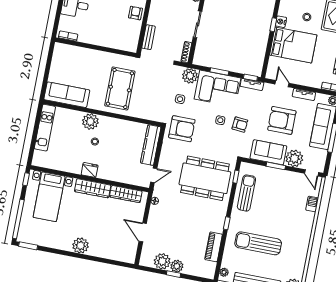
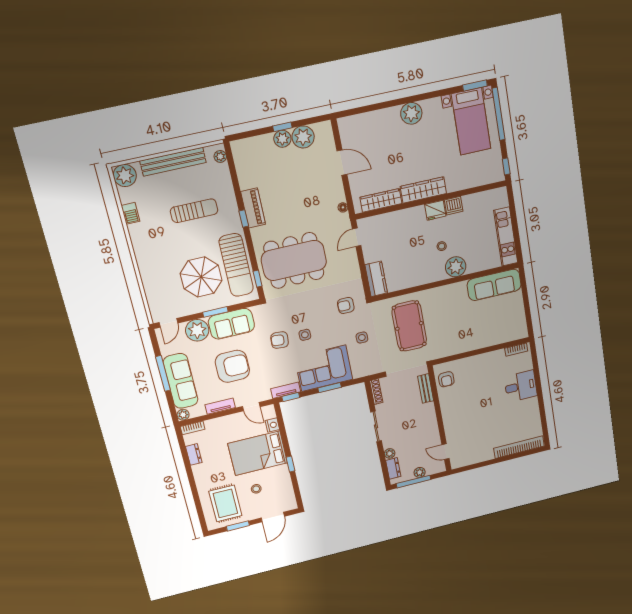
armchair: (135, 13) -> (446, 379), moved
nightstand: (281, 22) -> (272, 425), moved
plant: (190, 76) -> (361, 368), removed
pool table: (120, 89) -> (409, 326), moved
armchair: (182, 129) -> (346, 305), width x0.53, depth x0.53
kitchen counter: (151, 145) -> (376, 279), width x0.67
dishwasher: (75, 167) -> (454, 206), added
door: (312, 173) -> (168, 323), swing flipped
sun lounger: (246, 193) -> (236, 265), width x1.36, depth x1.34
parasol: (274, 195) -> (201, 277), added
bed with nightstands: (49, 197) -> (471, 121), moved, turned 180
barbecue: (312, 204) -> (131, 213), moved
sun lounger: (258, 243) -> (194, 211), width x0.73, depth x0.75
piano: (214, 247) -> (253, 208), moved

